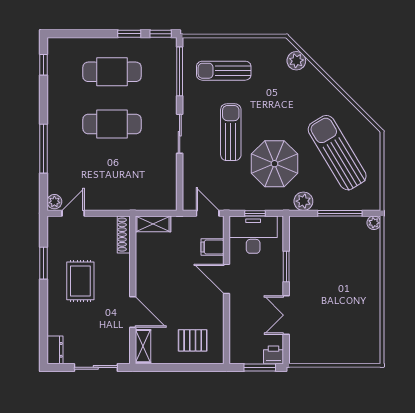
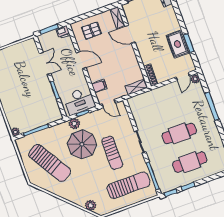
sun lounger: (224, 71) -> (129, 185), width x1.36, depth x1.34
plant: (303, 201) -> (74, 124), moved
door: (227, 279) -> (81, 60), moved
rug: (80, 281) -> (178, 44), moved
printer: (274, 355) -> (63, 32), moved

